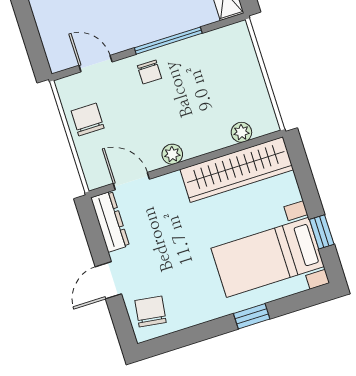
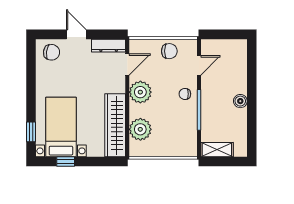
plant: (241, 132) -> (140, 129), width x1.88, depth x1.88
plant: (172, 154) -> (140, 92), width x1.88, depth x1.88
window: (252, 316) -> (31, 132), moved

